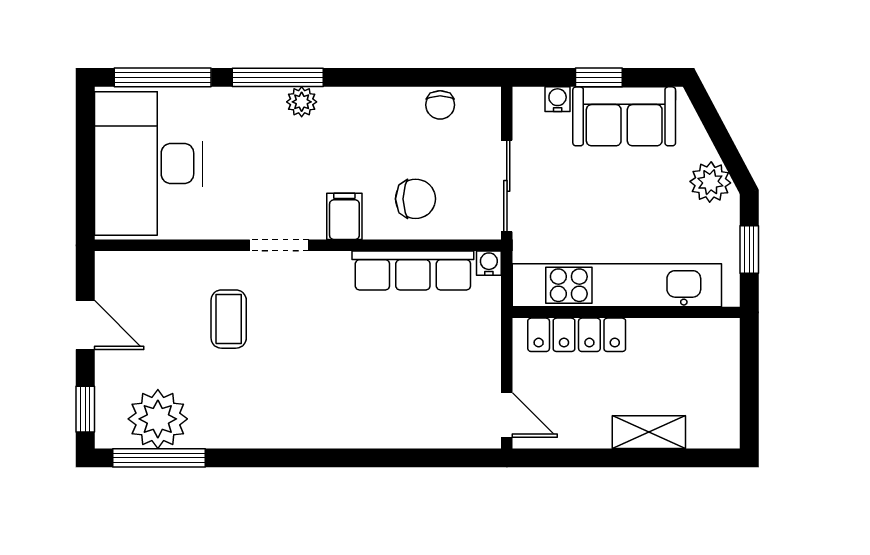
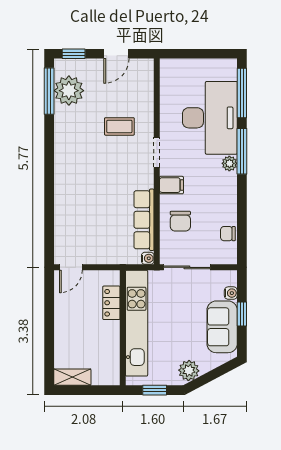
desk: (148, 164) -> (210, 118), moved, turned 90
locker: (577, 335) -> (111, 303), width x0.66
shelving: (649, 432) -> (72, 377), moved, turned 90

